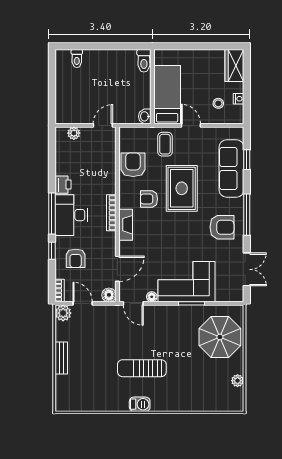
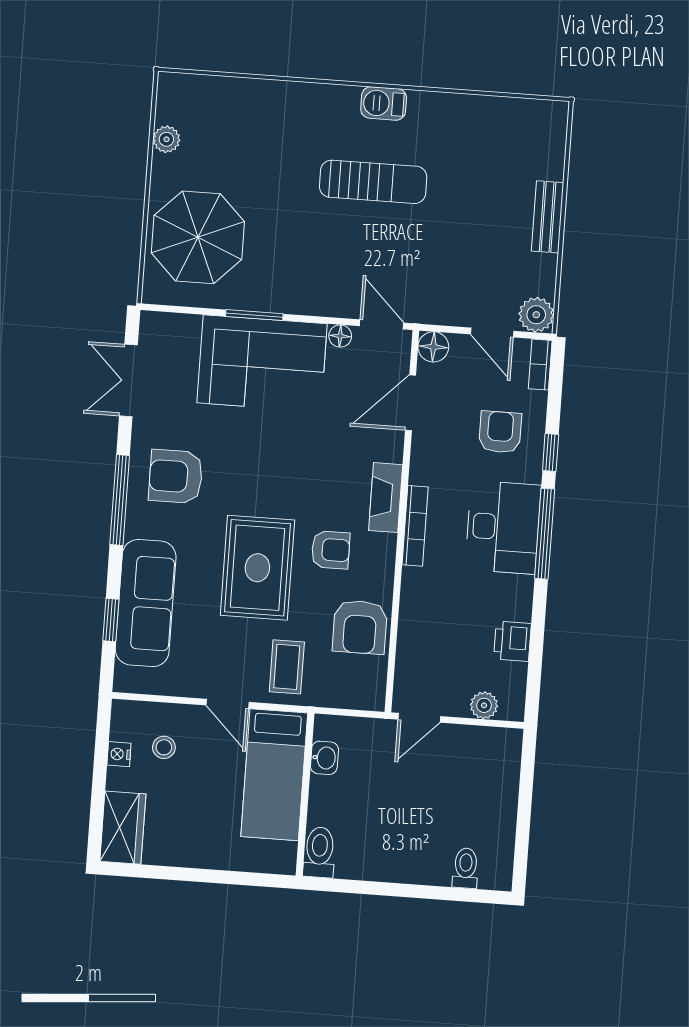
washbasin: (145, 116) -> (324, 758), moved
printer: (63, 185) -> (512, 641), moved

